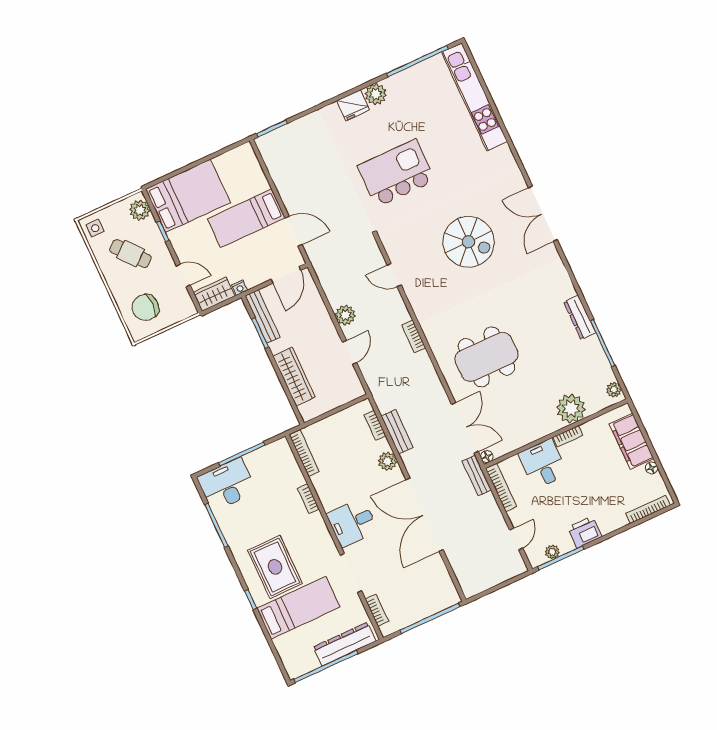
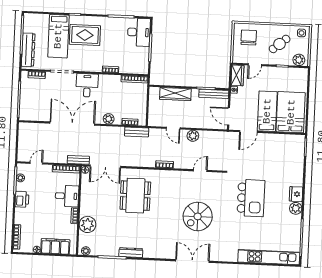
bed: (188, 196) -> (291, 112), moved, turned 180
bench: (397, 432) -> (137, 132), moved
door: (516, 539) -> (36, 163), swing flipped

